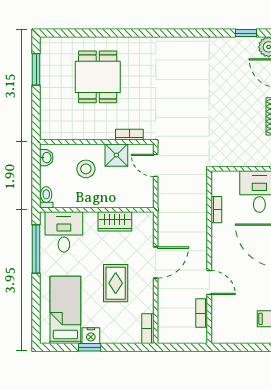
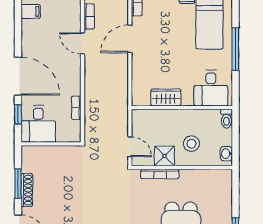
bookcase: (129, 135) -> (160, 174), width x1.56
window: (36, 249) -> (235, 49), moved
door: (156, 262) -> (130, 39), moved
rug: (116, 283) -> (165, 43), removed

